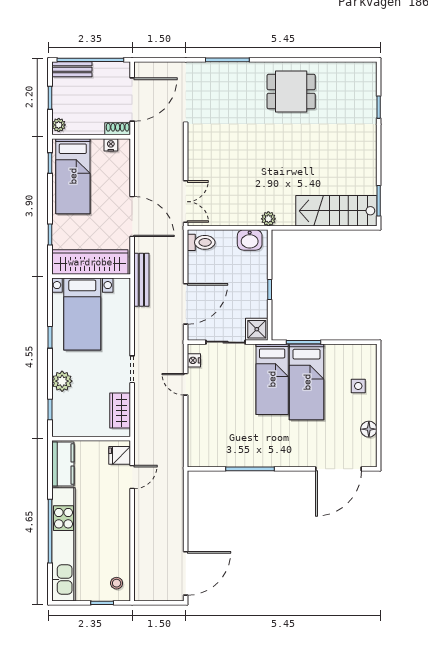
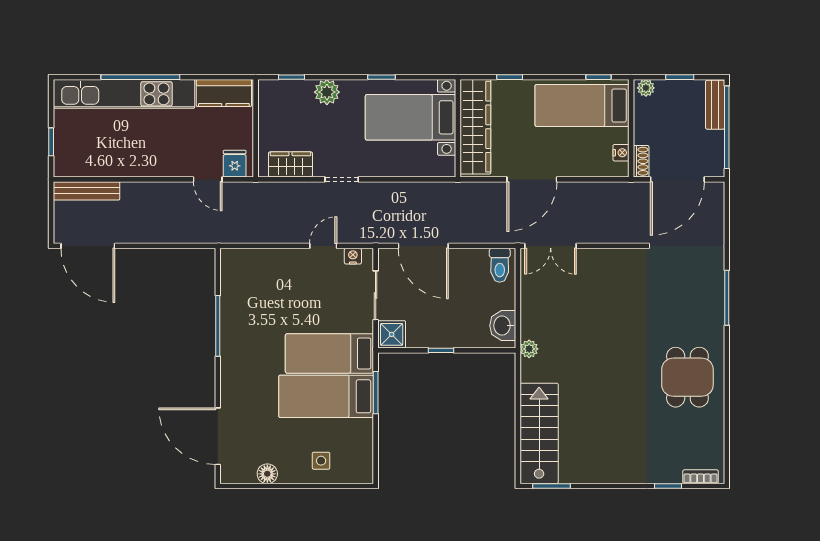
bookcase: (371, 81) -> (701, 477), added
door: (132, 100) -> (677, 179), hinge flipped
bench: (141, 280) -> (87, 191), moved
stool: (117, 583) -> (76, 160), removed

